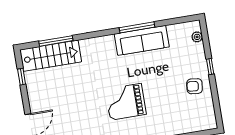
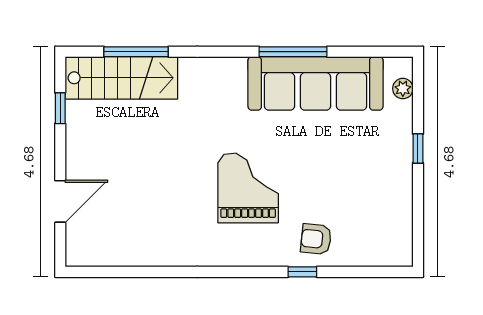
sofa: (142, 40) -> (315, 83), width x1.36, depth x1.27
armchair: (195, 86) -> (316, 239), moved
grand piano: (126, 102) -> (248, 188), turned 90

